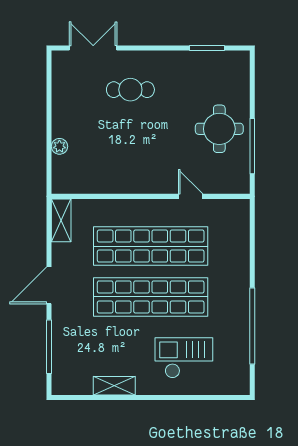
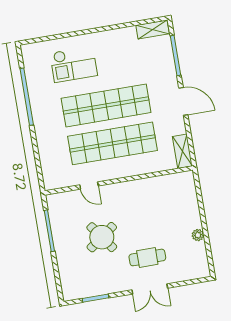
double door: (93, 48) -> (150, 289), moved
round table: (219, 129) -> (102, 237), moved, turned -36
plant: (59, 146) -> (198, 235), moved
door: (49, 285) -> (183, 101), hinge flipped
shelving: (114, 386) -> (153, 30), moved

